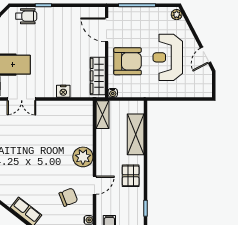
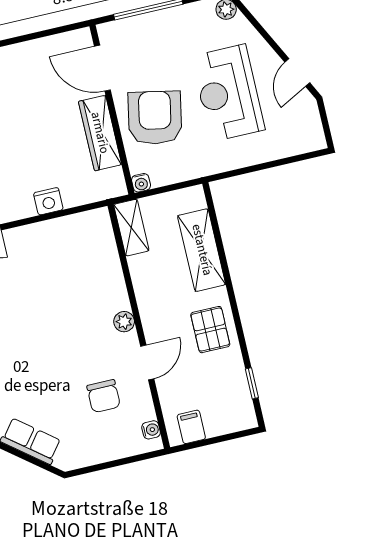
armchair: (128, 61) -> (155, 118), turned -79
wardrobe: (98, 76) -> (100, 133), moved
plant: (83, 157) -> (124, 322), width x0.53, depth x0.53
chair: (68, 197) -> (104, 396), turned 112

